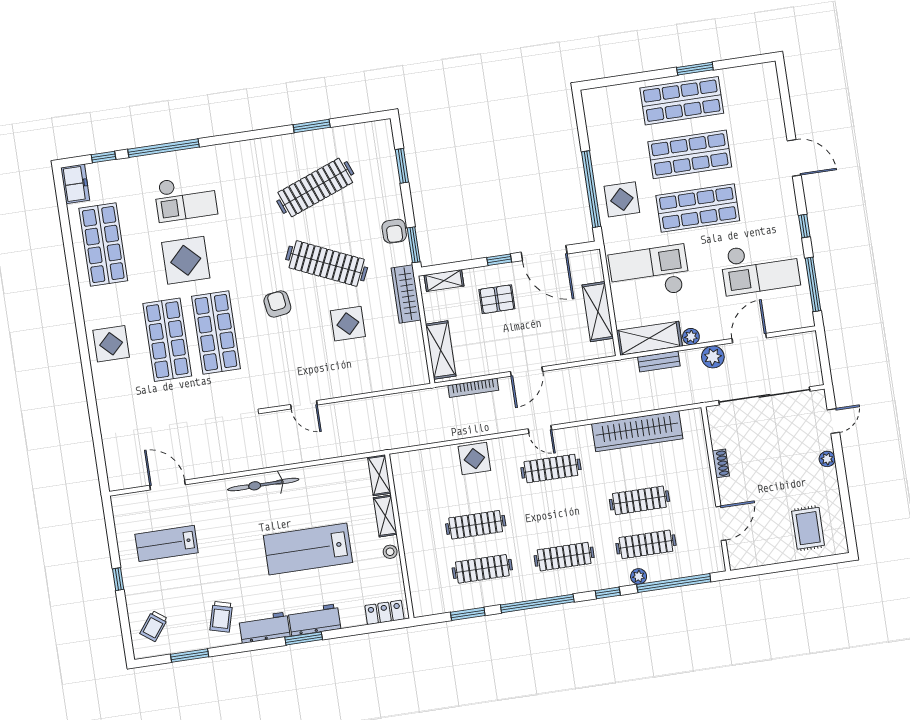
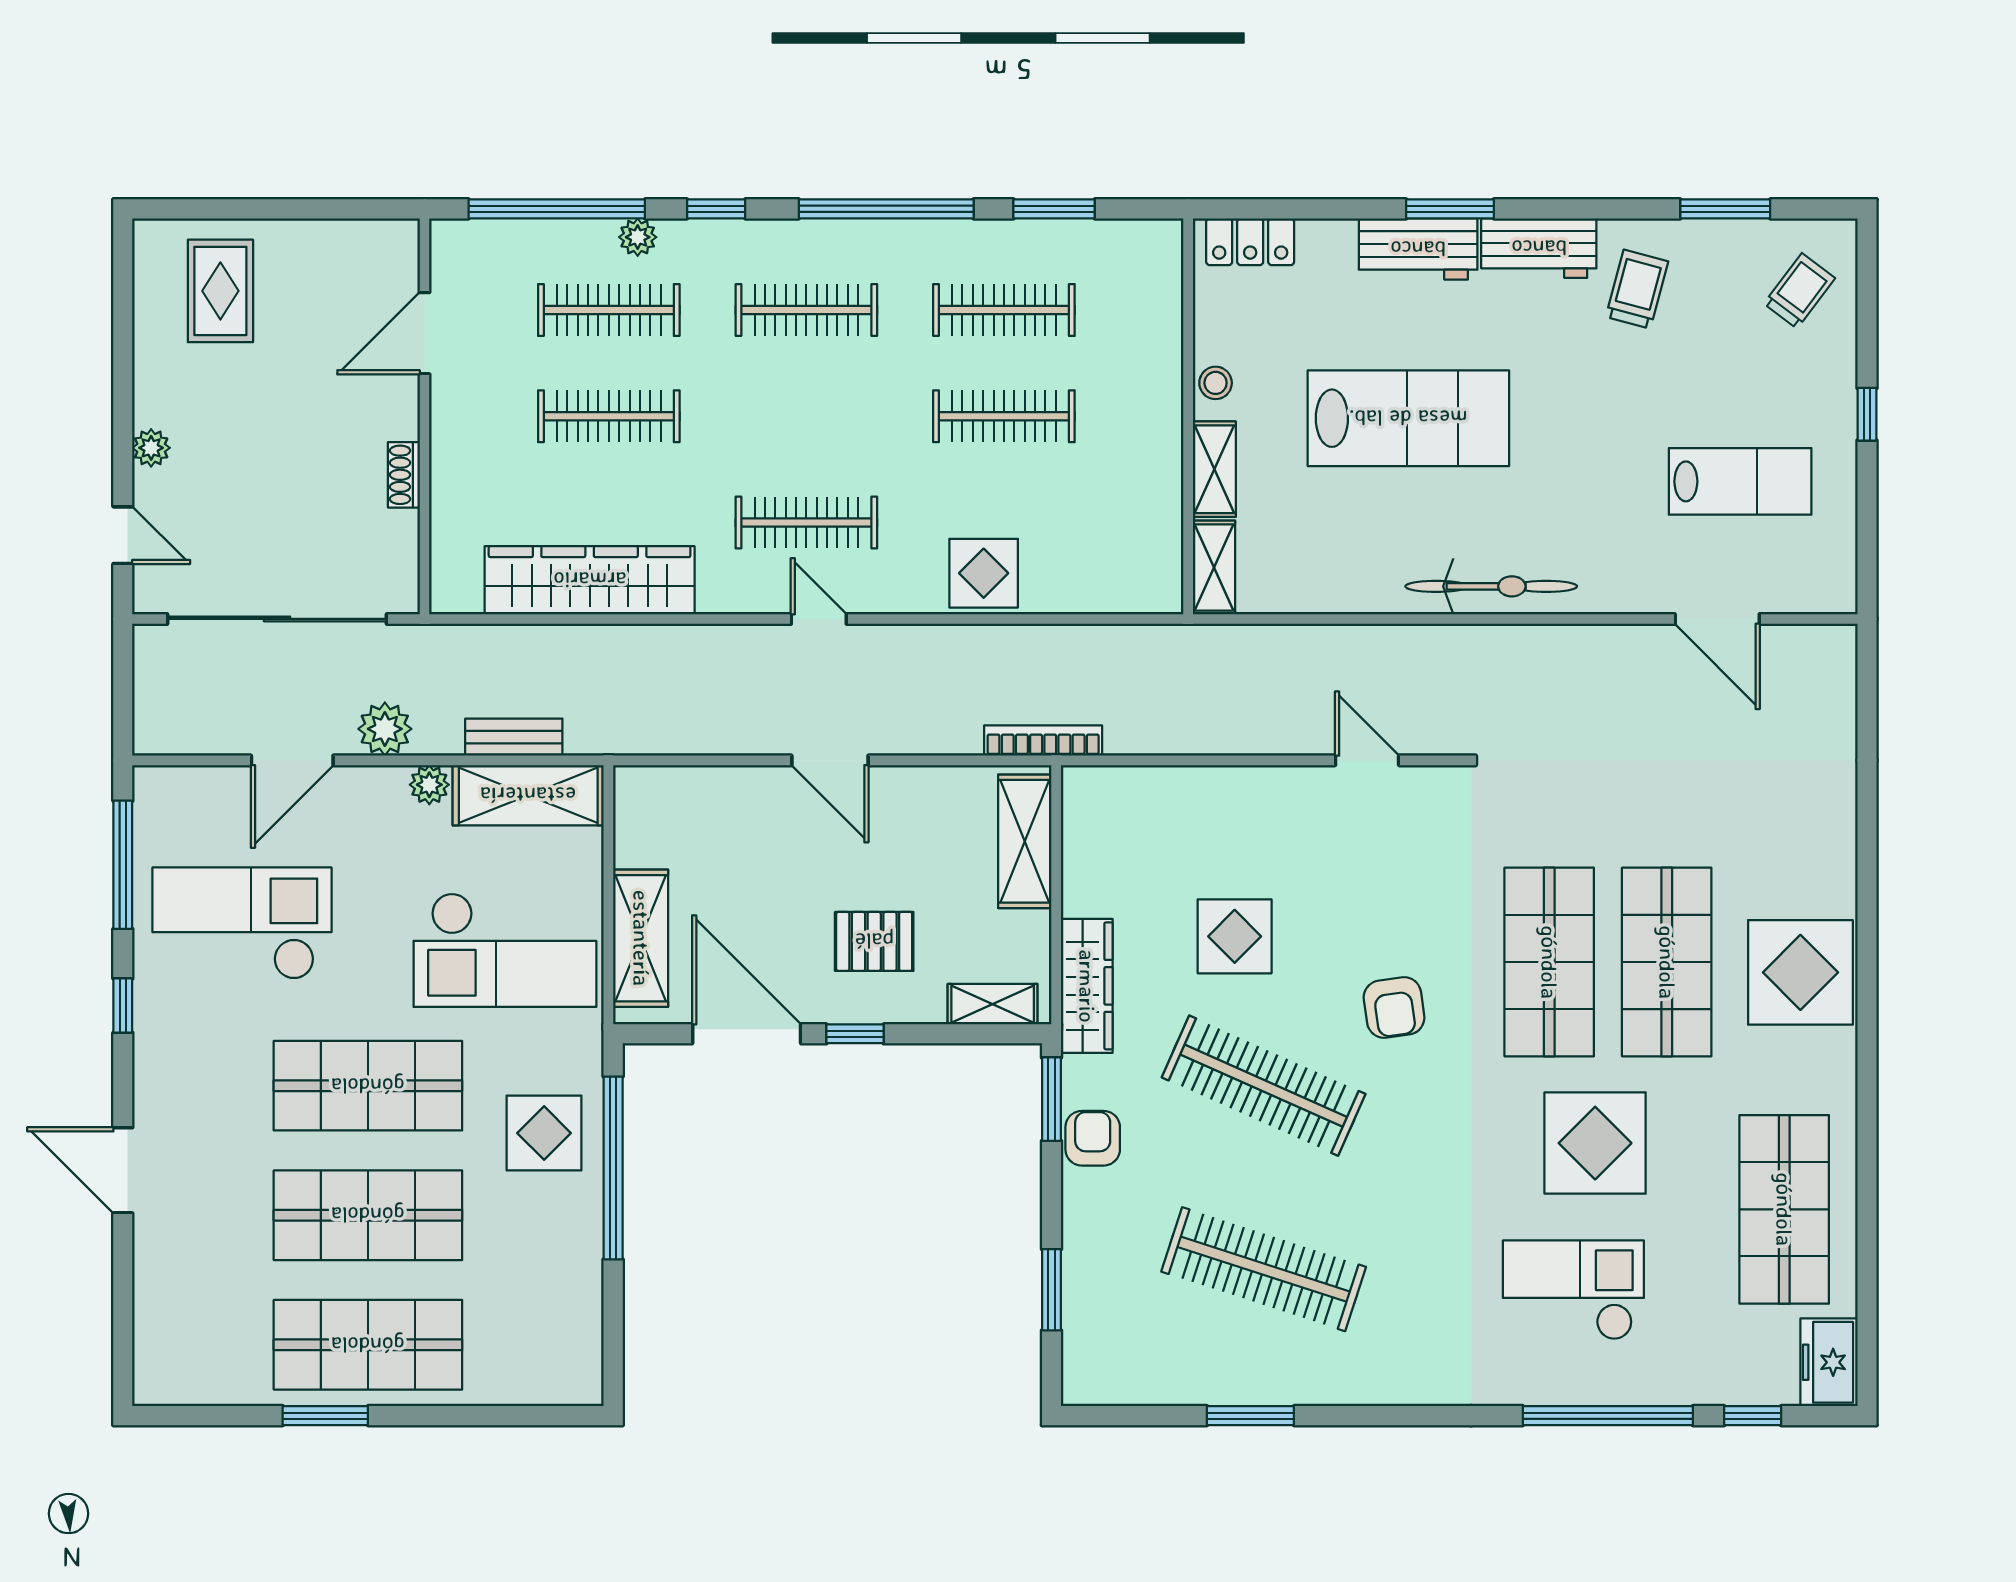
clothes rail: (315, 187) -> (1264, 1269), turned 39
shelving: (598, 312) -> (641, 938), moved
display table: (111, 344) -> (1800, 972), width x1.36, depth x1.36
door: (526, 371) -> (830, 760), swing flipped
bookcase: (473, 388) -> (1043, 741), moved
door: (833, 421) -> (123, 535), swing flipped

